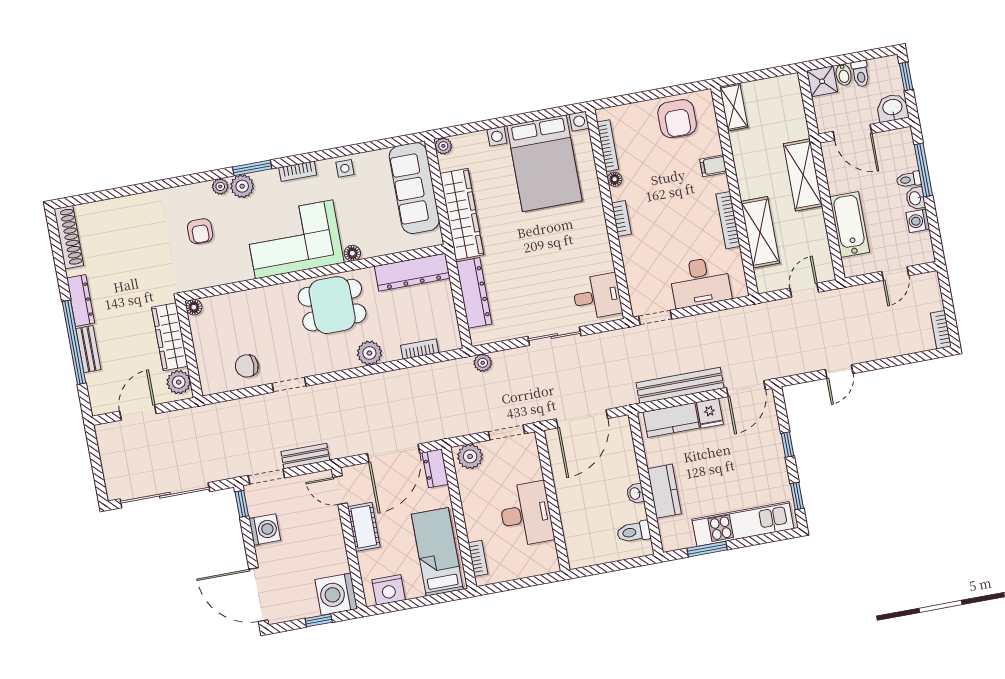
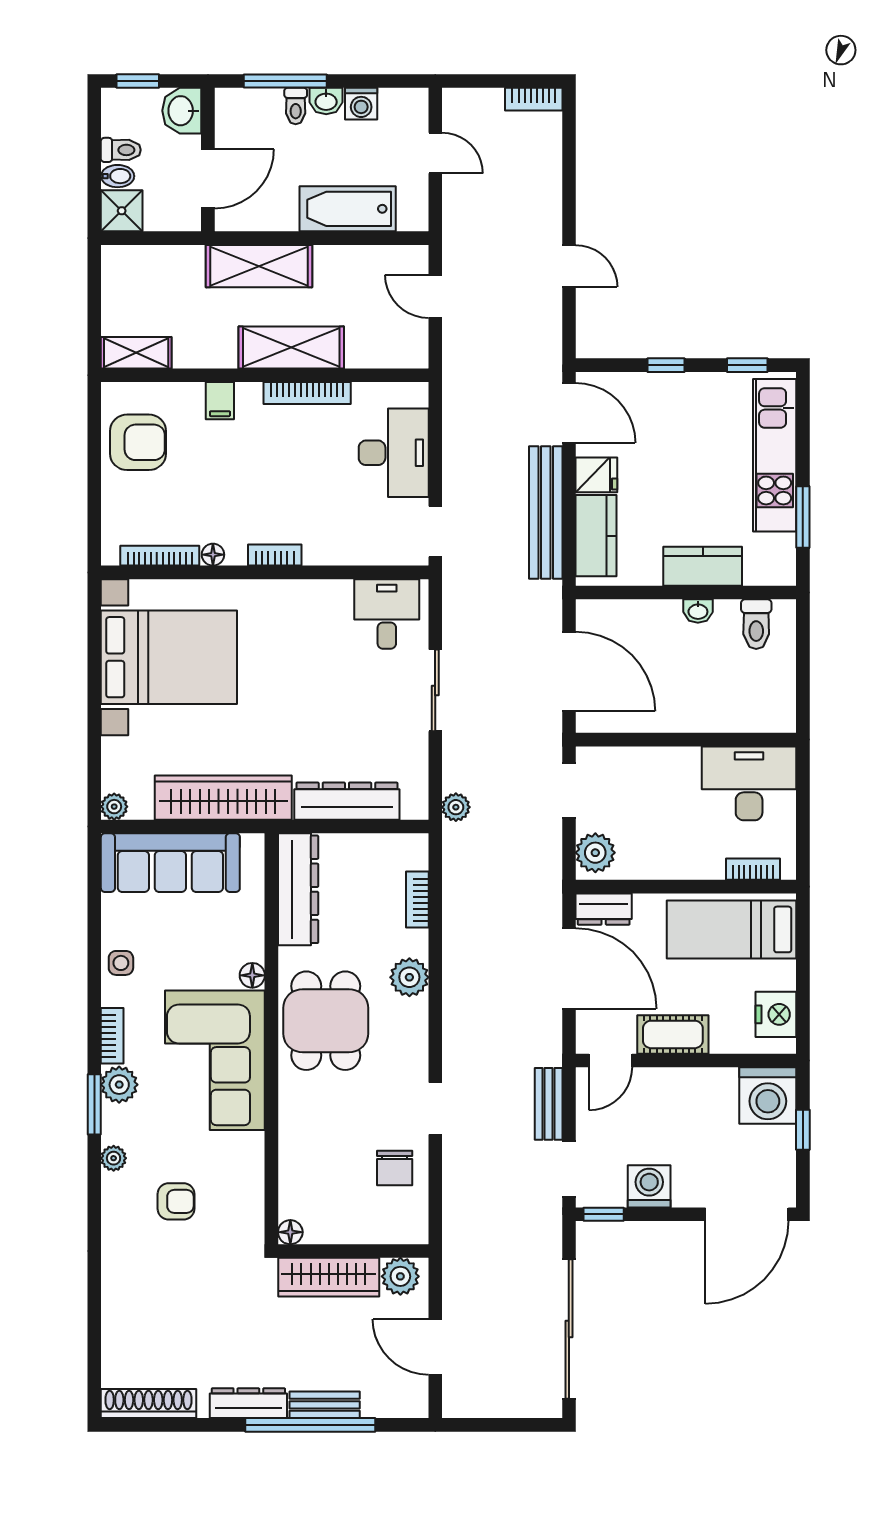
plant: (242, 186) -> (119, 1085), moved
shelving: (760, 232) -> (291, 347), moved
desk: (526, 514) -> (749, 783), moved

